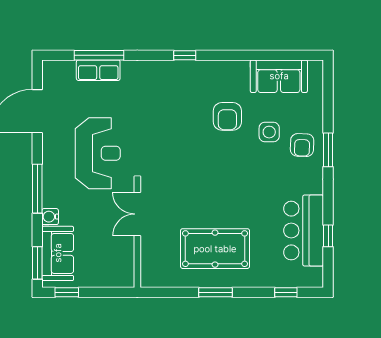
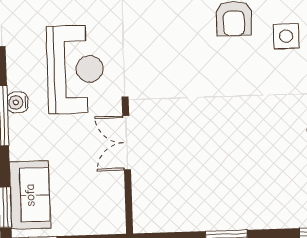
water cooler: (50, 217) -> (17, 102), moved
pool table: (215, 249) -> (224, 182), removed

